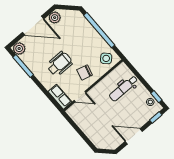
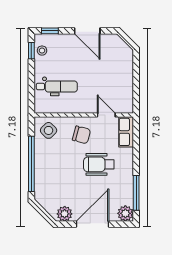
door: (33, 26) -> (92, 224), hinge flipped

